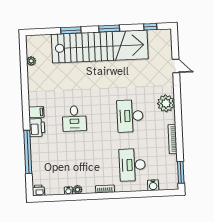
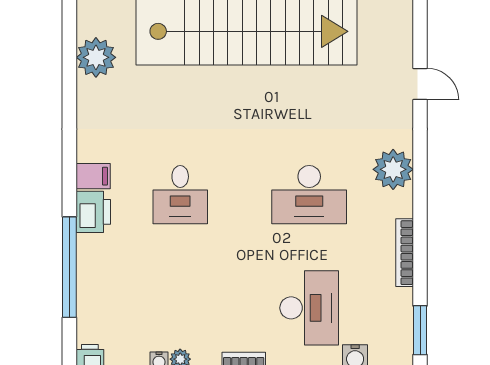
plant: (31, 61) -> (96, 57), width x1.87, depth x1.87
desk: (130, 116) -> (309, 195), turned -90
desk: (132, 165) -> (309, 308), turned 180

